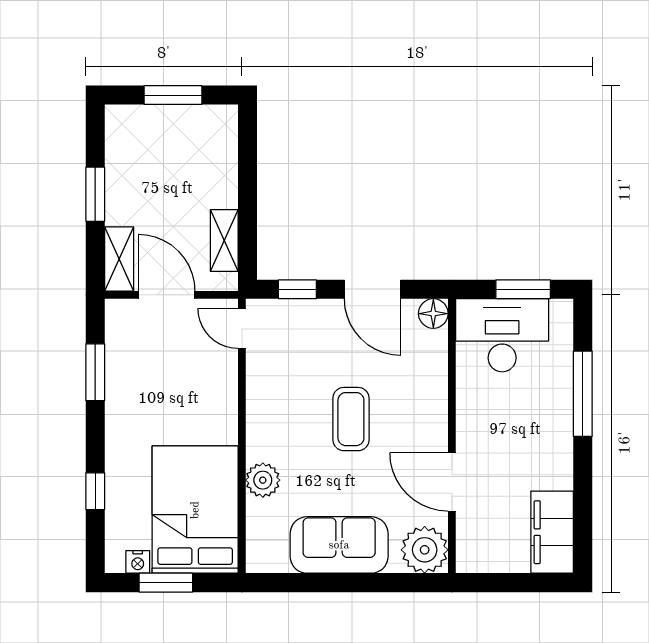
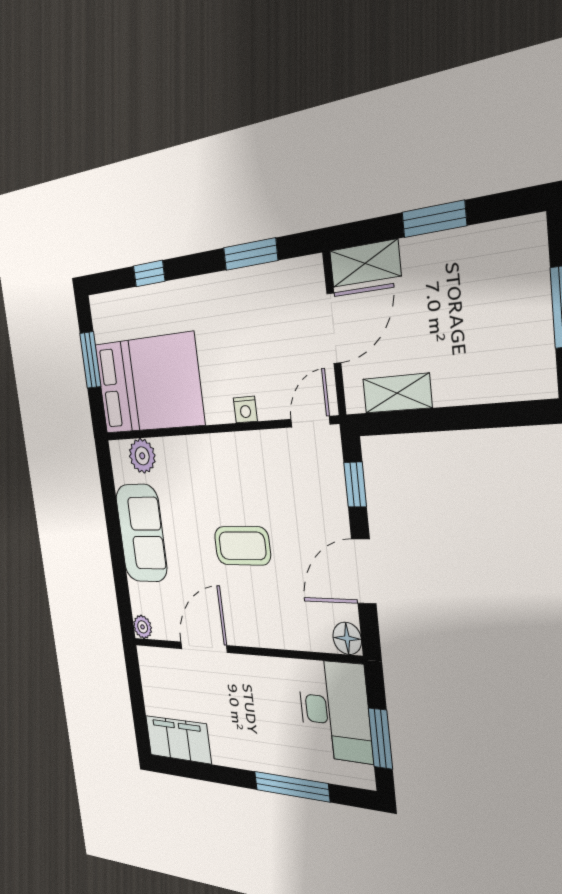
plant: (263, 480) -> (142, 456), moved
plant: (425, 550) -> (143, 627), width x0.53, depth x0.53
nightstand: (138, 562) -> (245, 410), moved, turned -90

